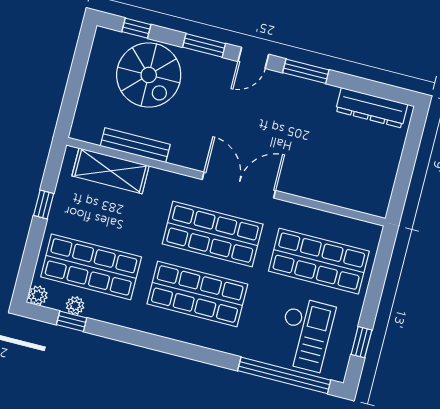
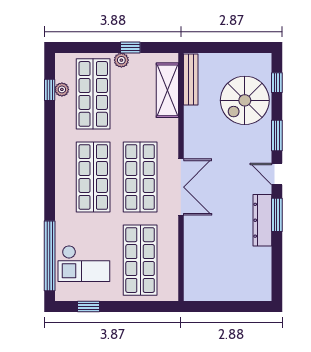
dresser: (372, 108) -> (262, 220), moved
bench: (135, 145) -> (191, 80), moved
plant: (38, 295) -> (121, 60), moved

